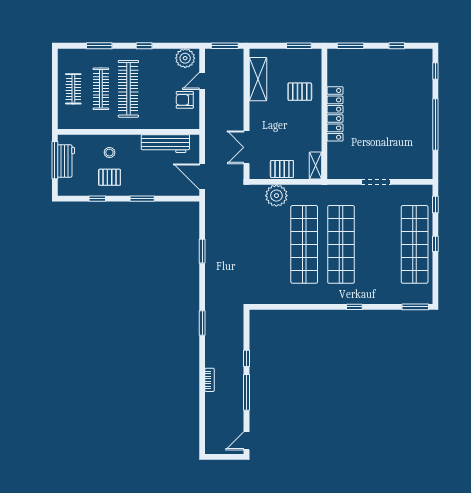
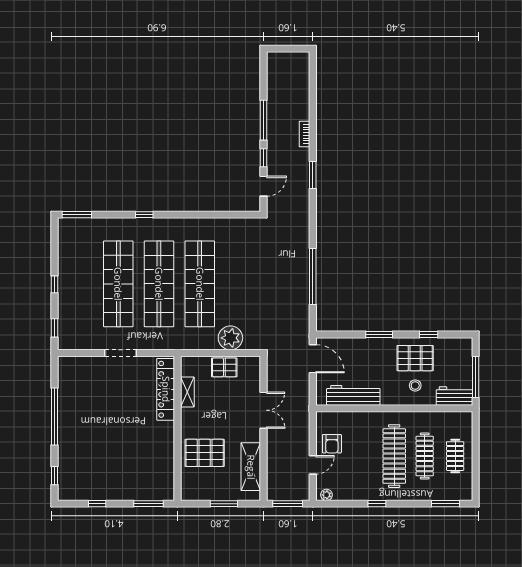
window: (99, 46) -> (446, 504), moved
window: (299, 46) -> (224, 504), moved
plant: (185, 58) -> (326, 495), width x0.53, depth x0.53
pallet: (300, 92) -> (205, 453), width x1.50, depth x1.42
armchair: (185, 100) -> (332, 444), turned 90
locker: (335, 114) -> (166, 389), moved
double door: (247, 147) -> (264, 410), moved
workbench: (66, 161) -> (454, 396), moved, turned 90
shelving: (315, 165) -> (187, 392), moved
pallet: (110, 177) -> (415, 358), width x1.50, depth x1.42
shop shelf: (415, 244) -> (118, 284), moved
window: (202, 251) -> (313, 277), width x2.11
window: (202, 323) -> (313, 175), moved
door: (247, 441) -> (264, 186), moved

